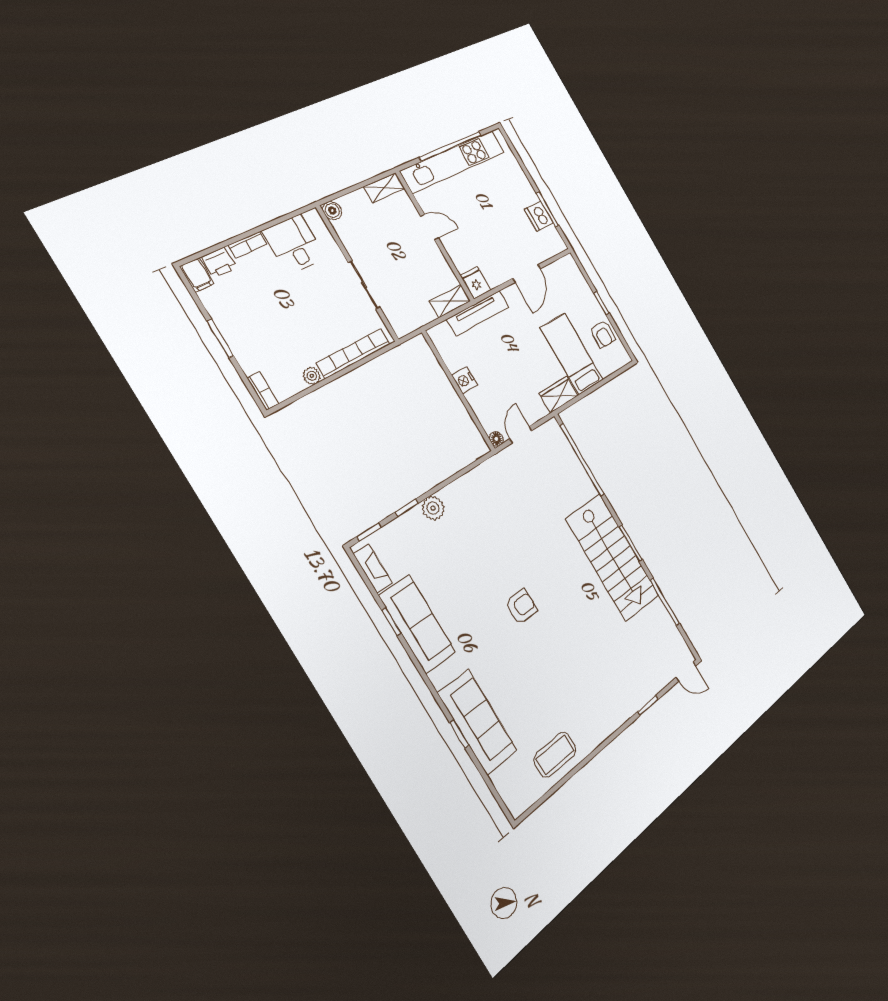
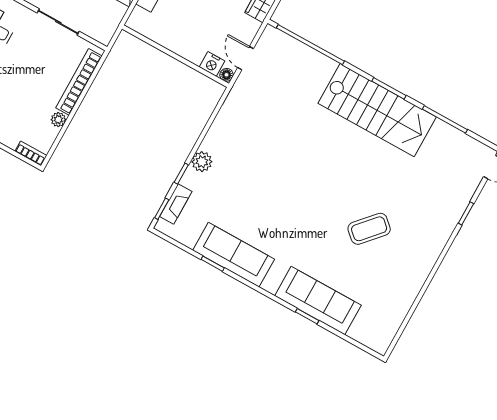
nightstand: (465, 380) -> (212, 64), moved
fireplace: (373, 569) -> (176, 204), moved, turned 90
armchair: (521, 607) -> (313, 196), removed
coffee table: (555, 755) -> (369, 229), moved, turned 42

